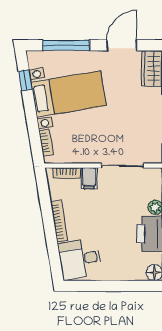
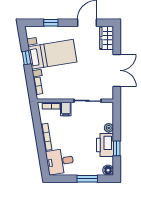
window: (66, 45) -> (51, 23), width x0.46
window: (25, 80) -> (26, 58), moved
window: (122, 286) -> (87, 179), added

